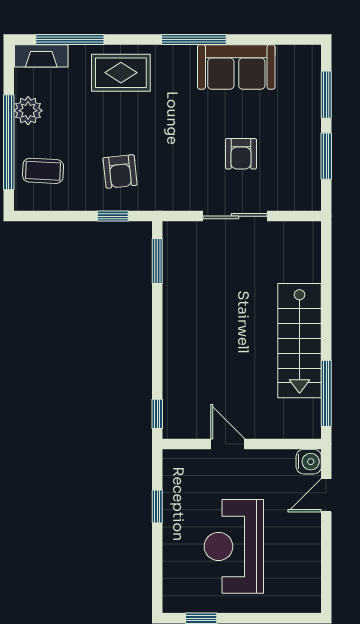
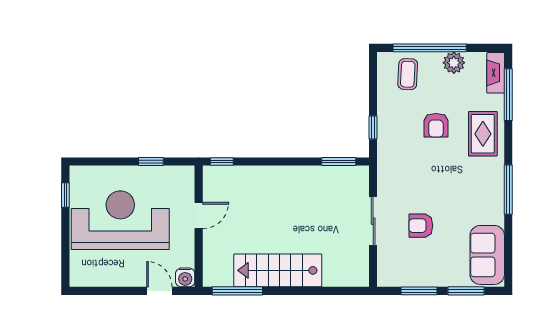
sofa: (236, 67) -> (487, 255), moved
armchair: (120, 171) -> (436, 125), moved, turned -84
reception desk: (234, 546) -> (120, 220), width x1.36, depth x1.30

